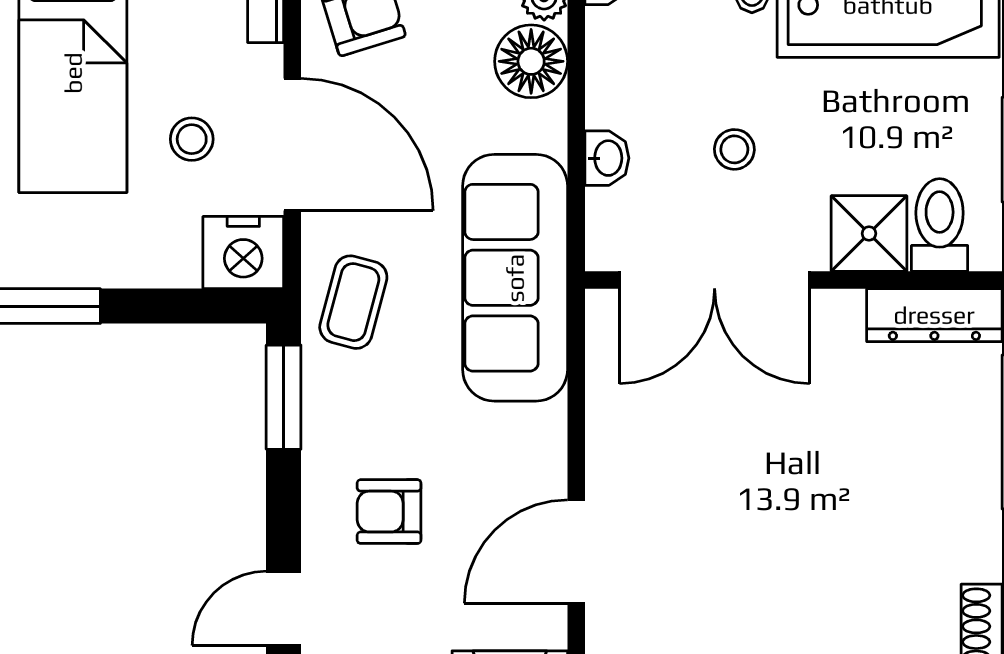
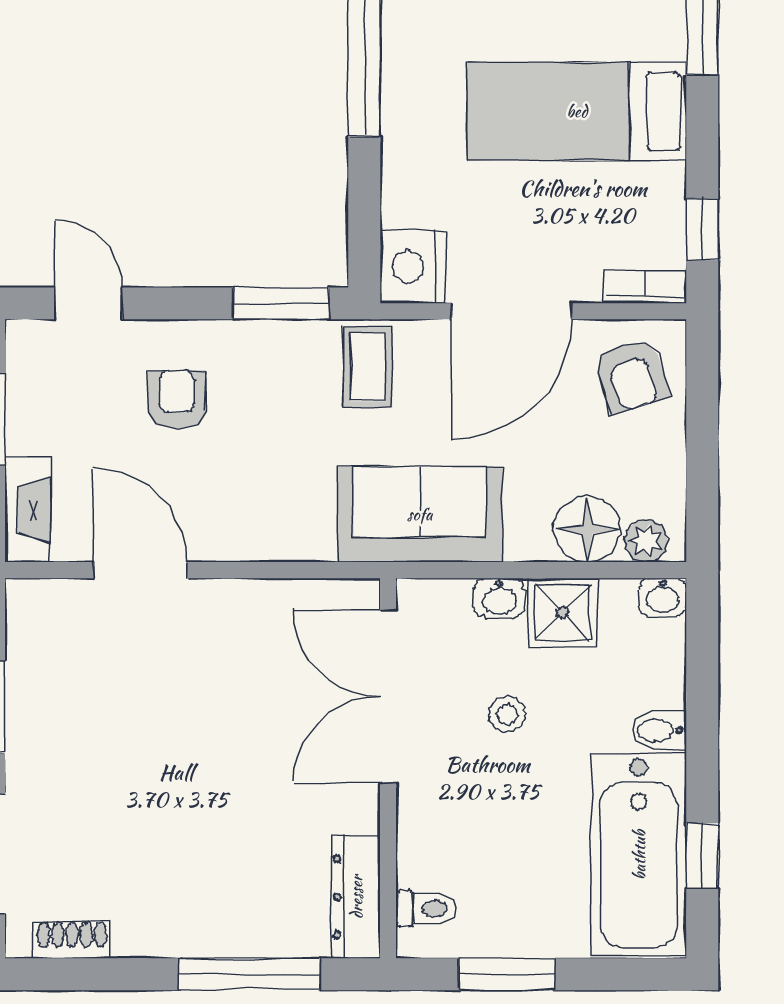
stool: (192, 139) -> (516, 220), removed
toilet: (940, 225) -> (426, 908), width x0.73, depth x0.72
shower: (869, 233) -> (563, 613), moved
sofa: (515, 278) -> (420, 514), width x0.73
coffee table: (353, 302) -> (368, 367), turned 75

